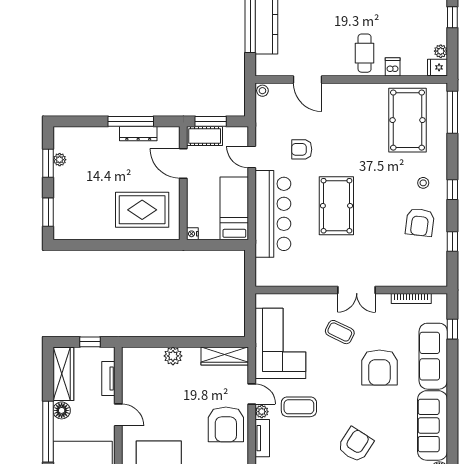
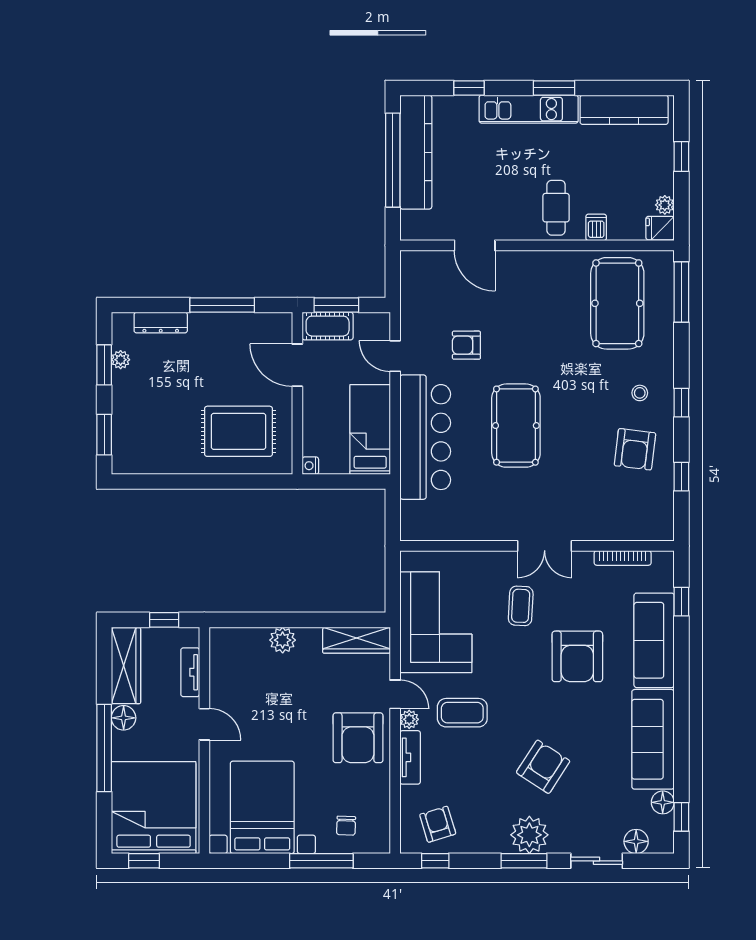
stool: (262, 91) -> (410, 261), removed
dresser: (138, 134) -> (161, 323), moved
coffee table: (340, 332) -> (521, 606), turned 67

